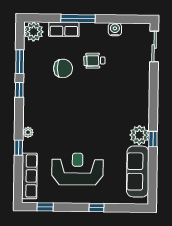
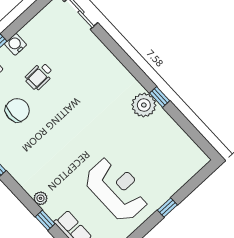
water cooler: (115, 29) -> (16, 44), moved
reception desk: (77, 169) -> (117, 189), turned 90
sofa: (138, 171) -> (174, 139), removed

